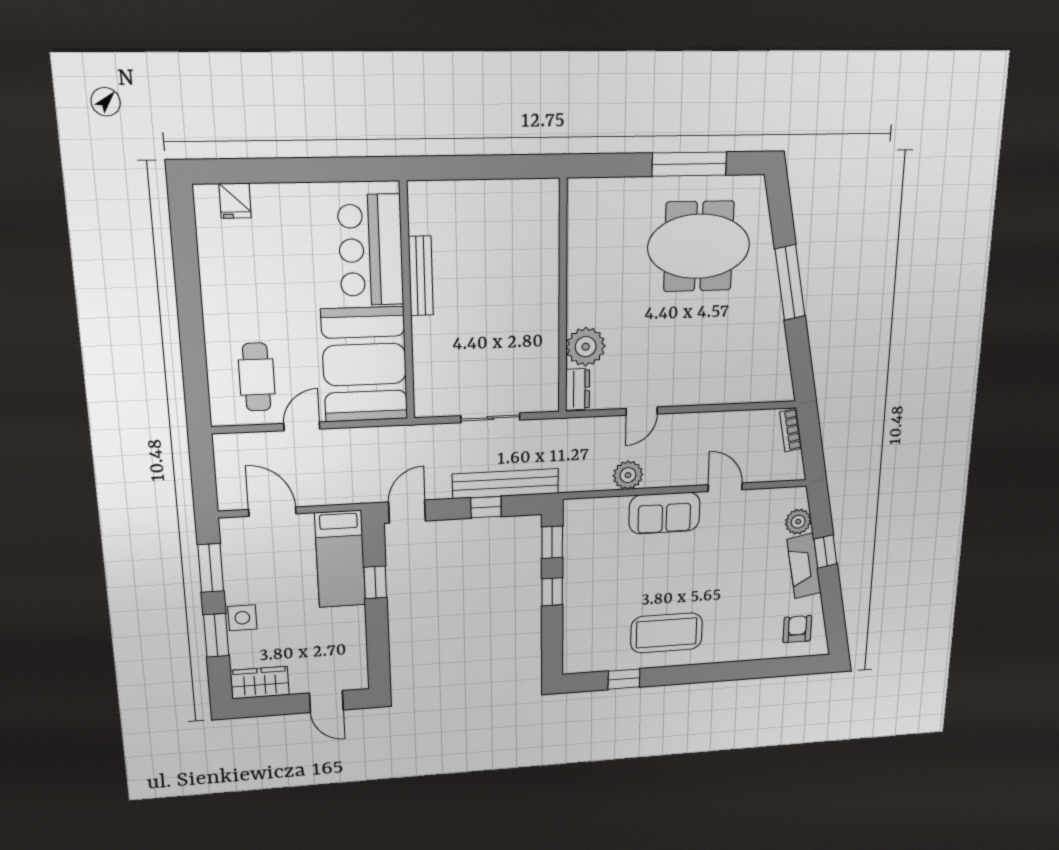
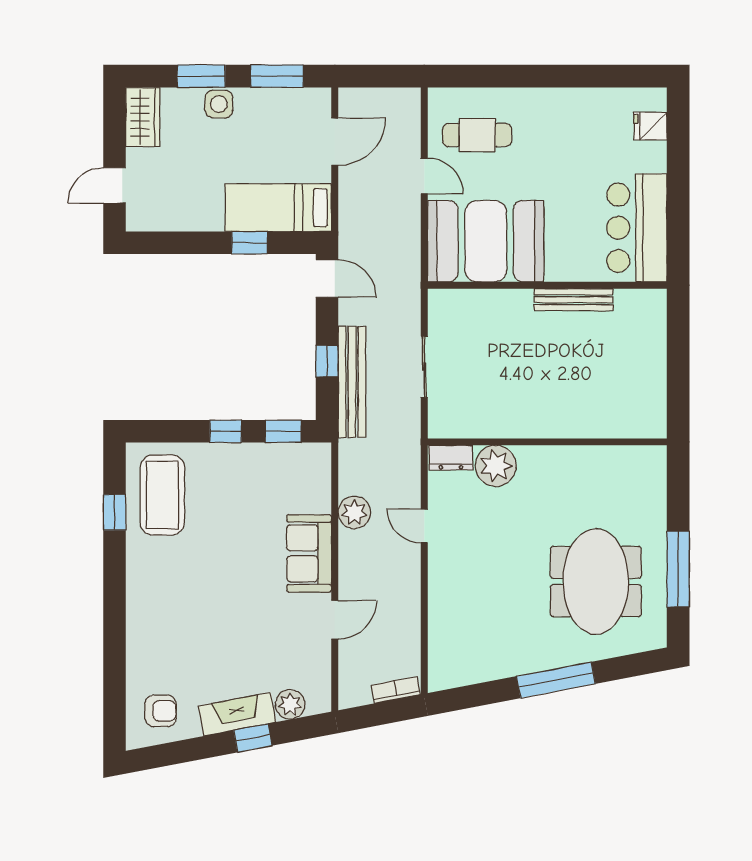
bar counter: (371, 250) -> (637, 228), moved, turned -90
coffee table: (666, 633) -> (162, 495), moved

